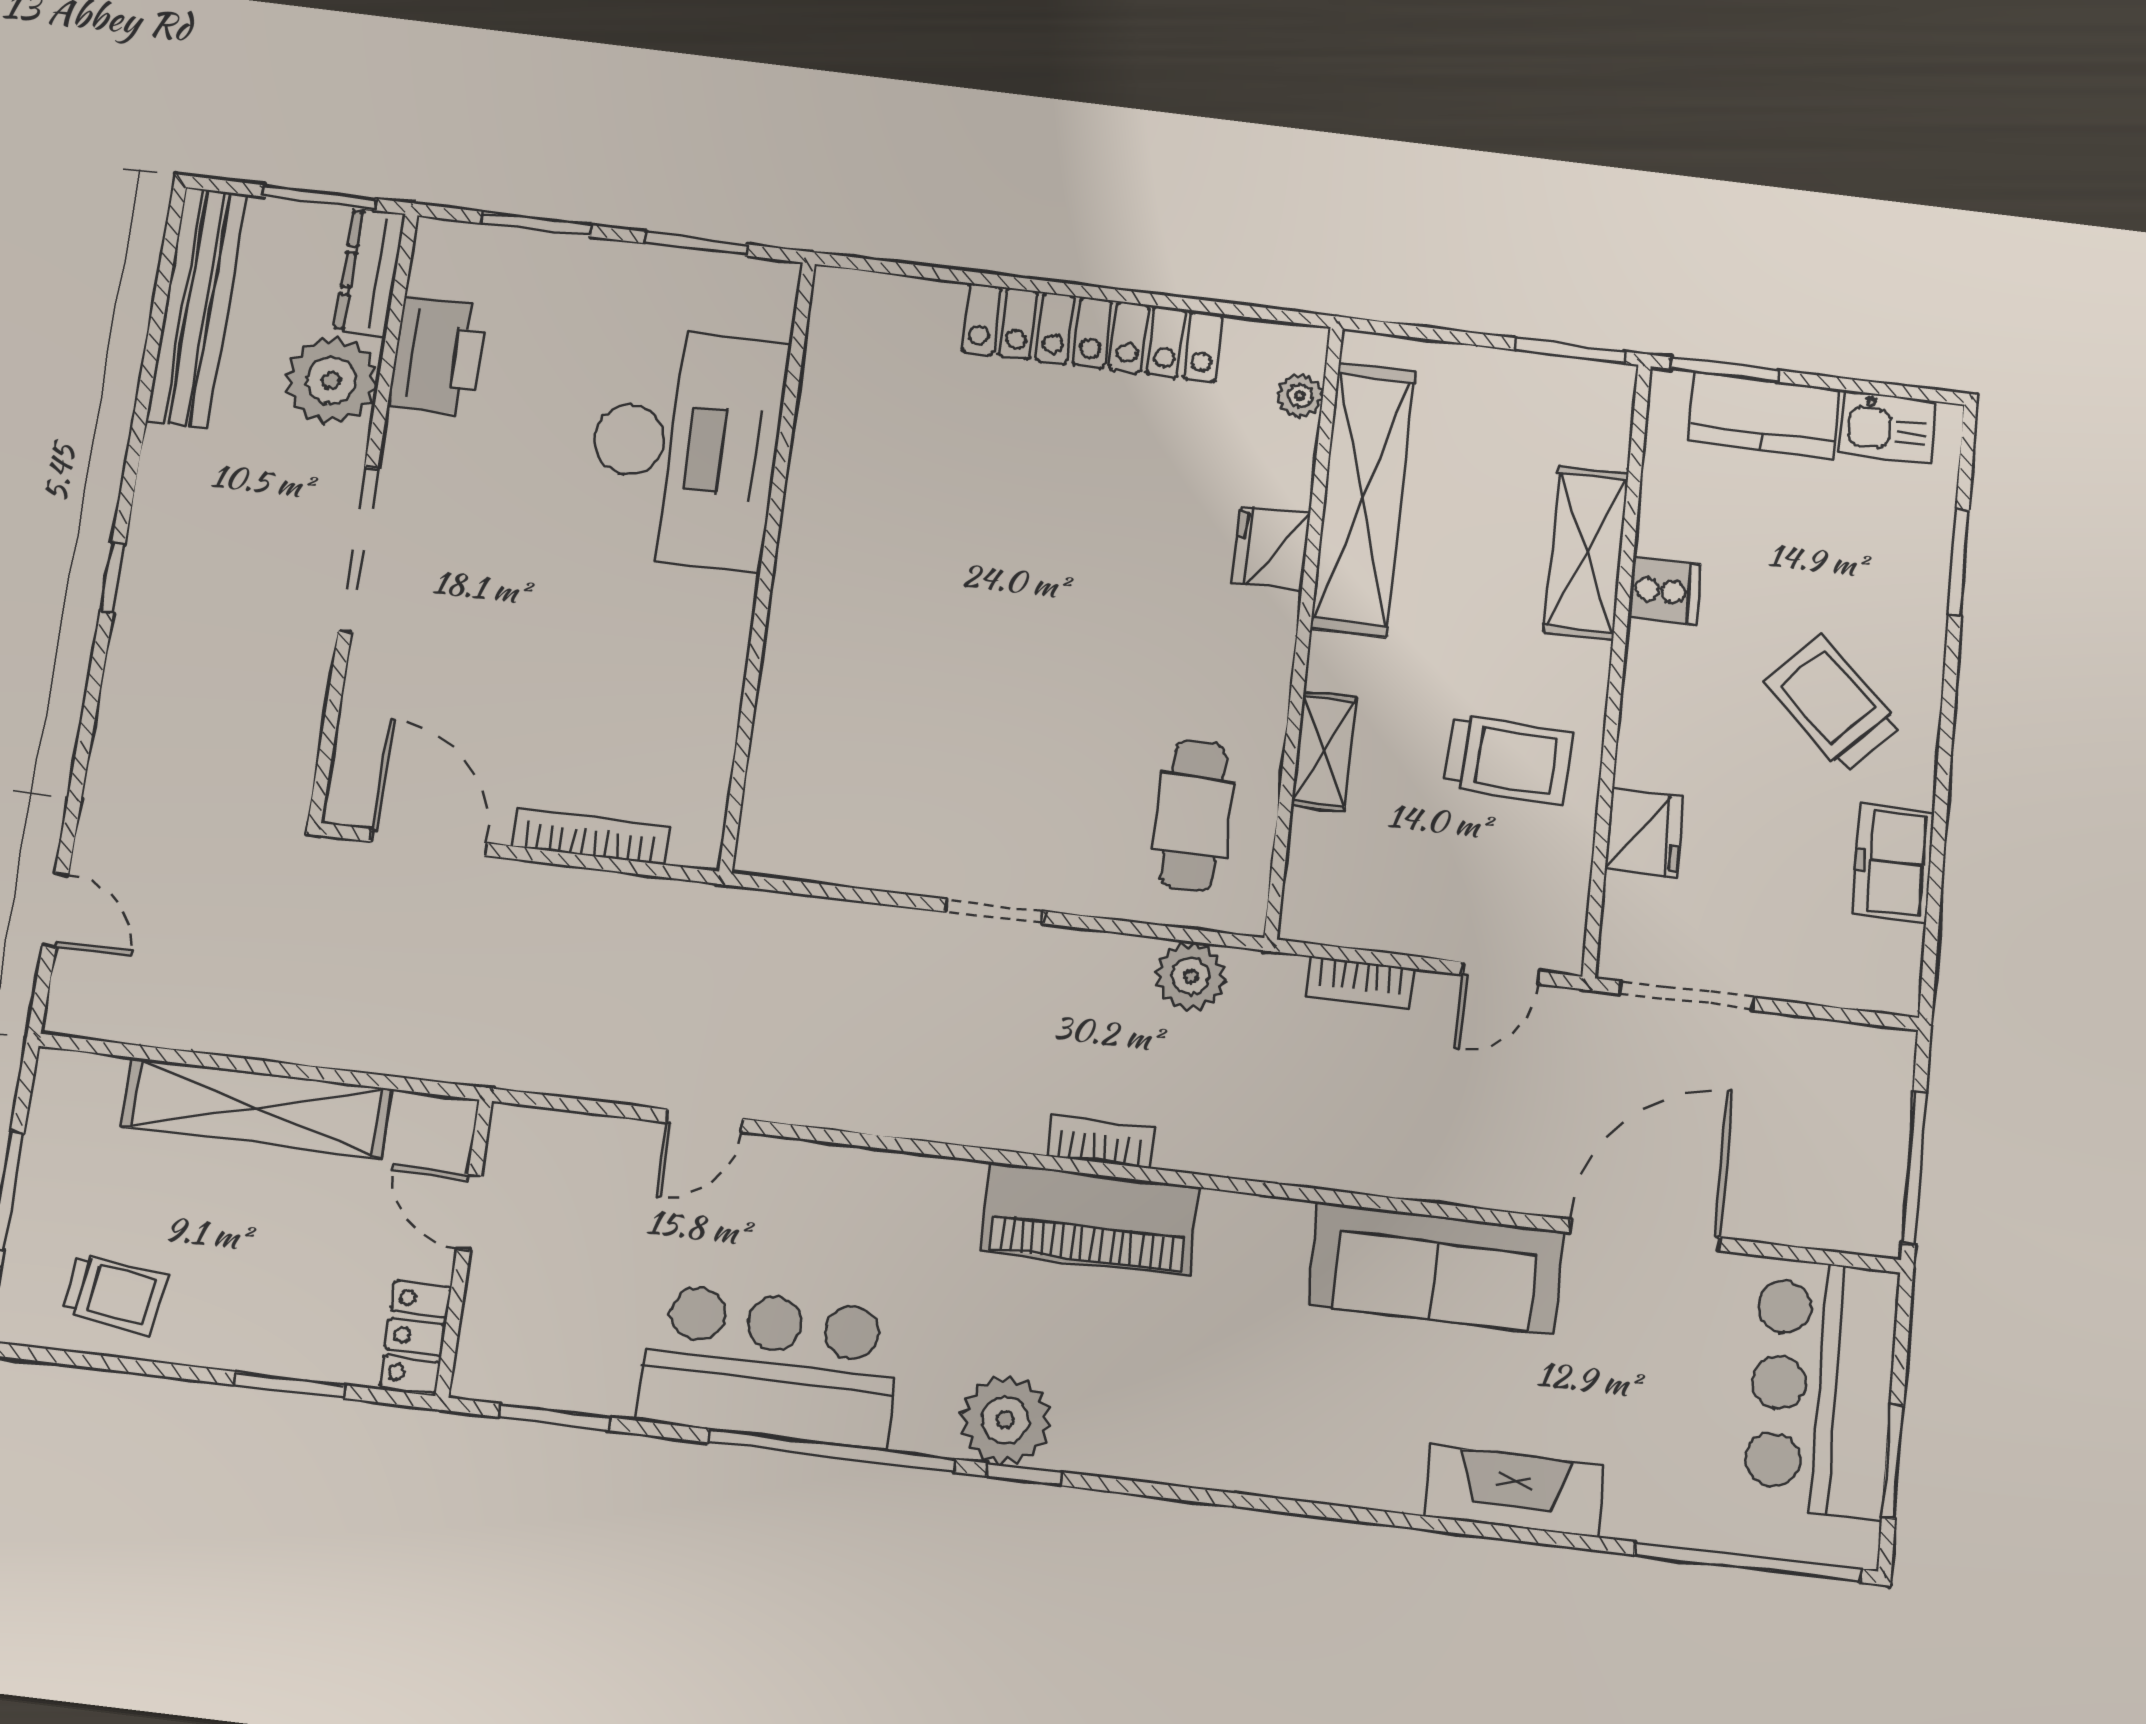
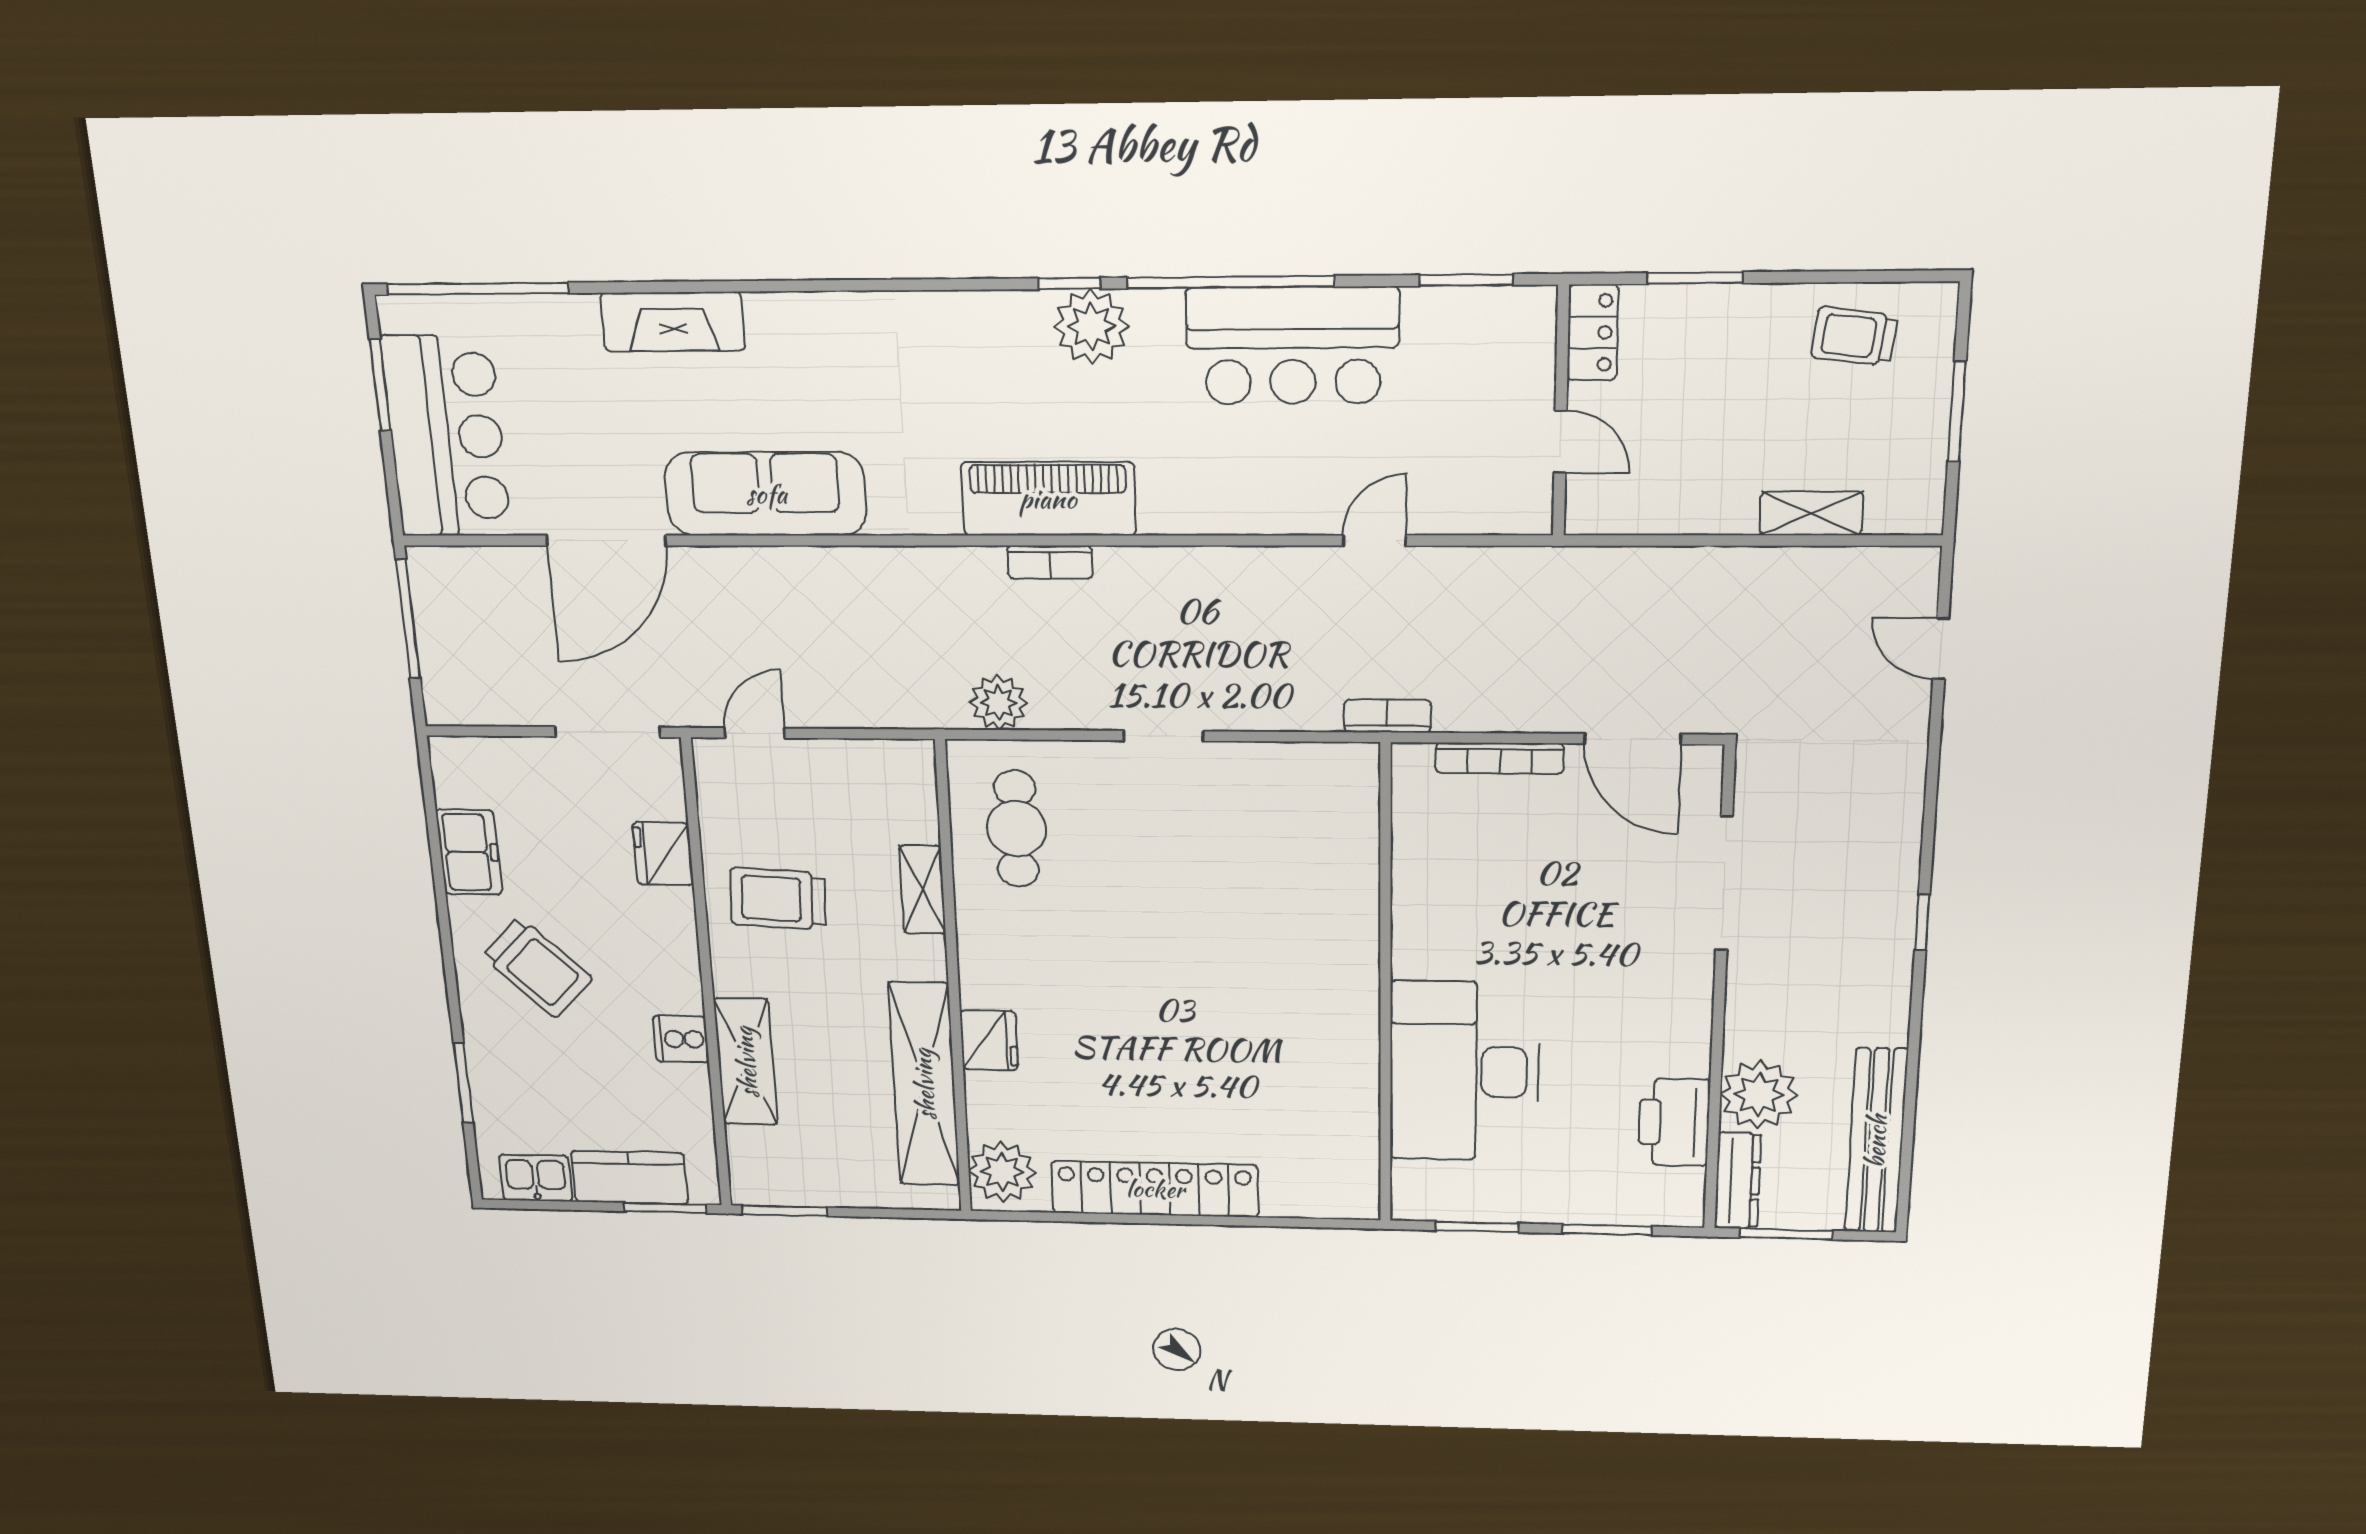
plant: (1300, 396) -> (1002, 1172), width x1.88, depth x1.88
doorway: (358, 549) -> (1724, 883), moved
bookcase: (1360, 982) -> (1387, 716), moved
shelving: (257, 1108) -> (1811, 514), width x0.45, depth x0.75

